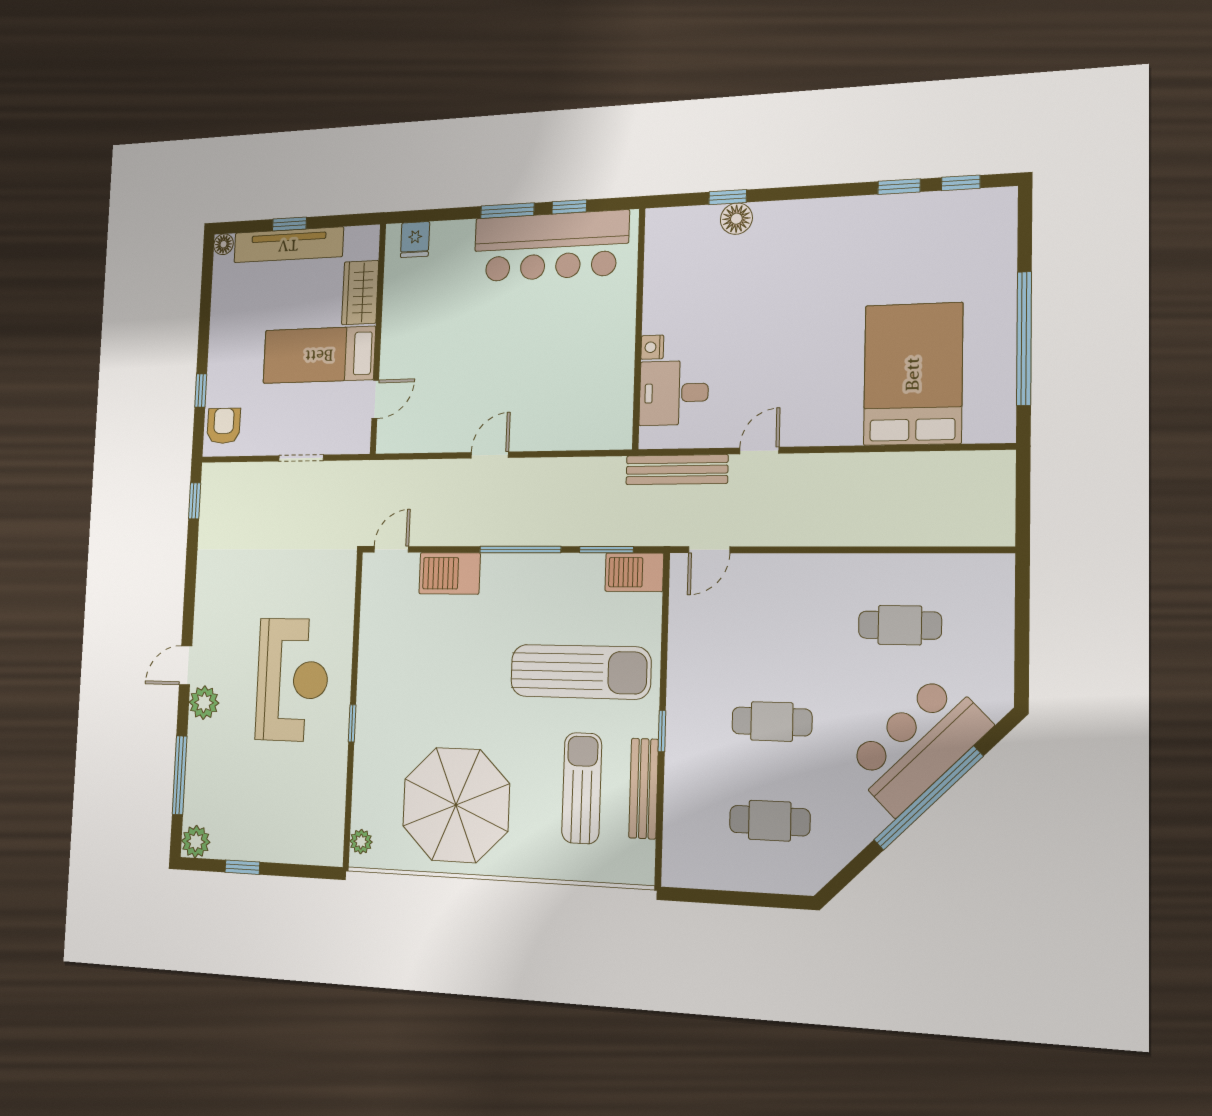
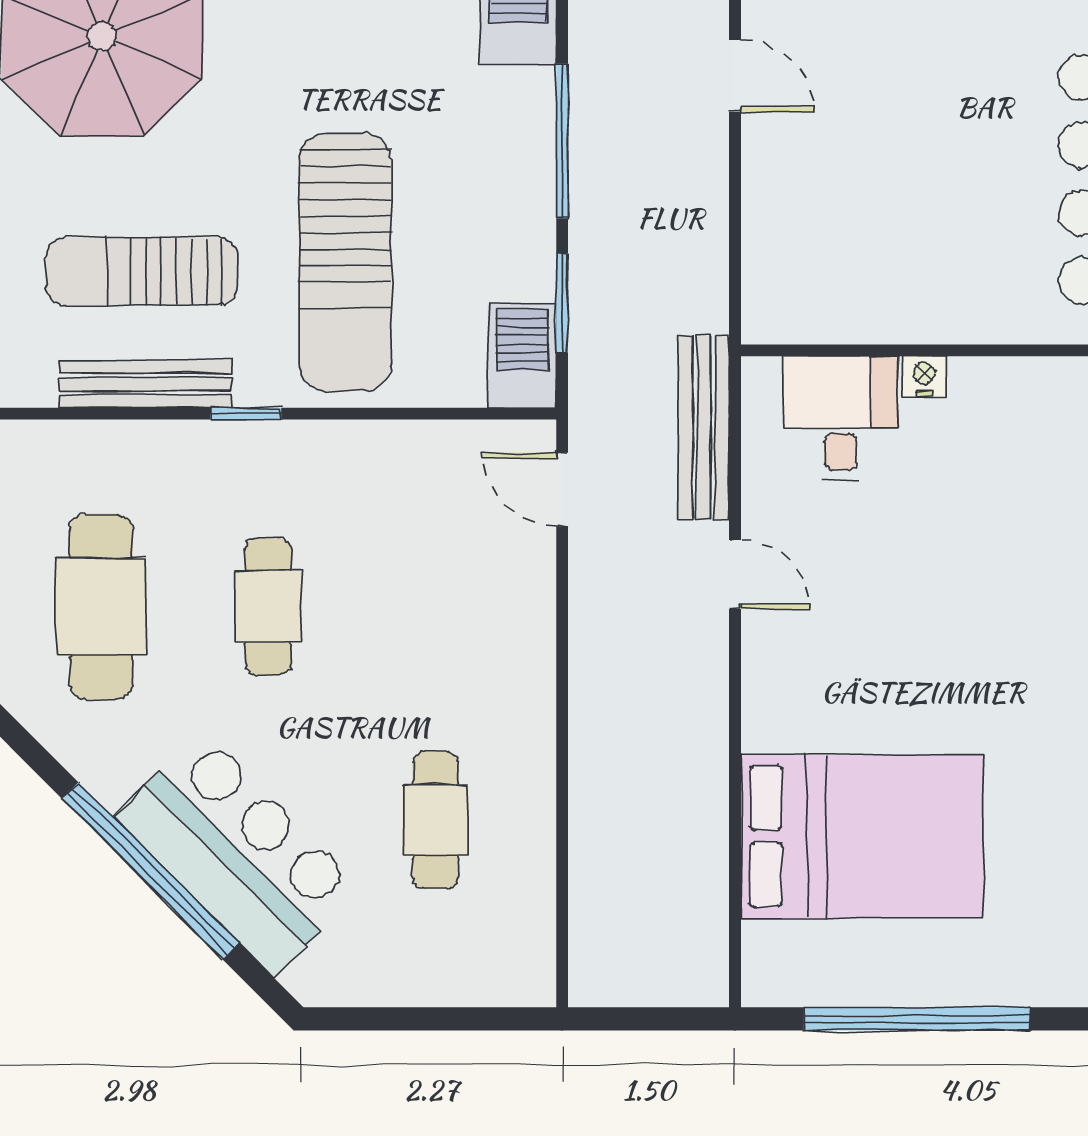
sun lounger: (582, 788) -> (142, 271), turned 180
cafe table: (770, 821) -> (101, 607), width x1.37, depth x1.35

